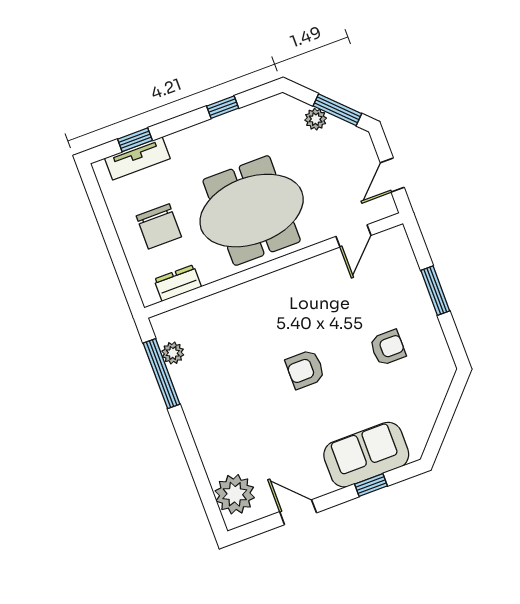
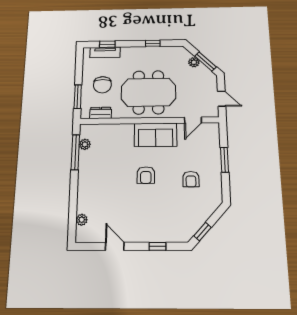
door: (392, 175) -> (222, 99), swing flipped
window: (122, 267) -> (78, 97), added
armchair: (388, 348) -> (191, 179), turned 90
armchair: (305, 369) -> (146, 175), turned -90
window: (439, 432) -> (202, 232), added
sofa: (366, 455) -> (155, 135), moved, turned 180
plant: (235, 494) -> (82, 220), width x0.53, depth x0.53

